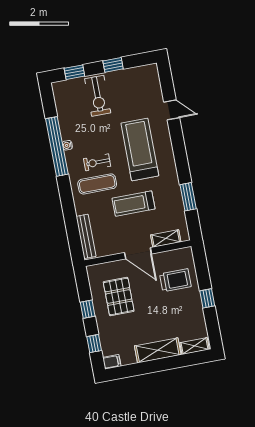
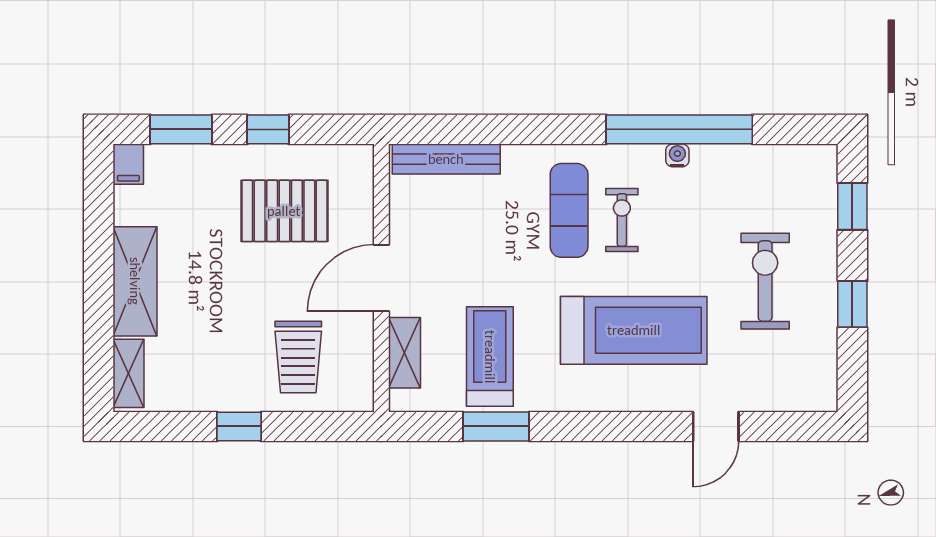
exercise bike: (98, 96) -> (765, 281), moved, turned 90
treadmill: (133, 204) -> (490, 357), moved
window: (94, 344) -> (181, 129), width x1.50

